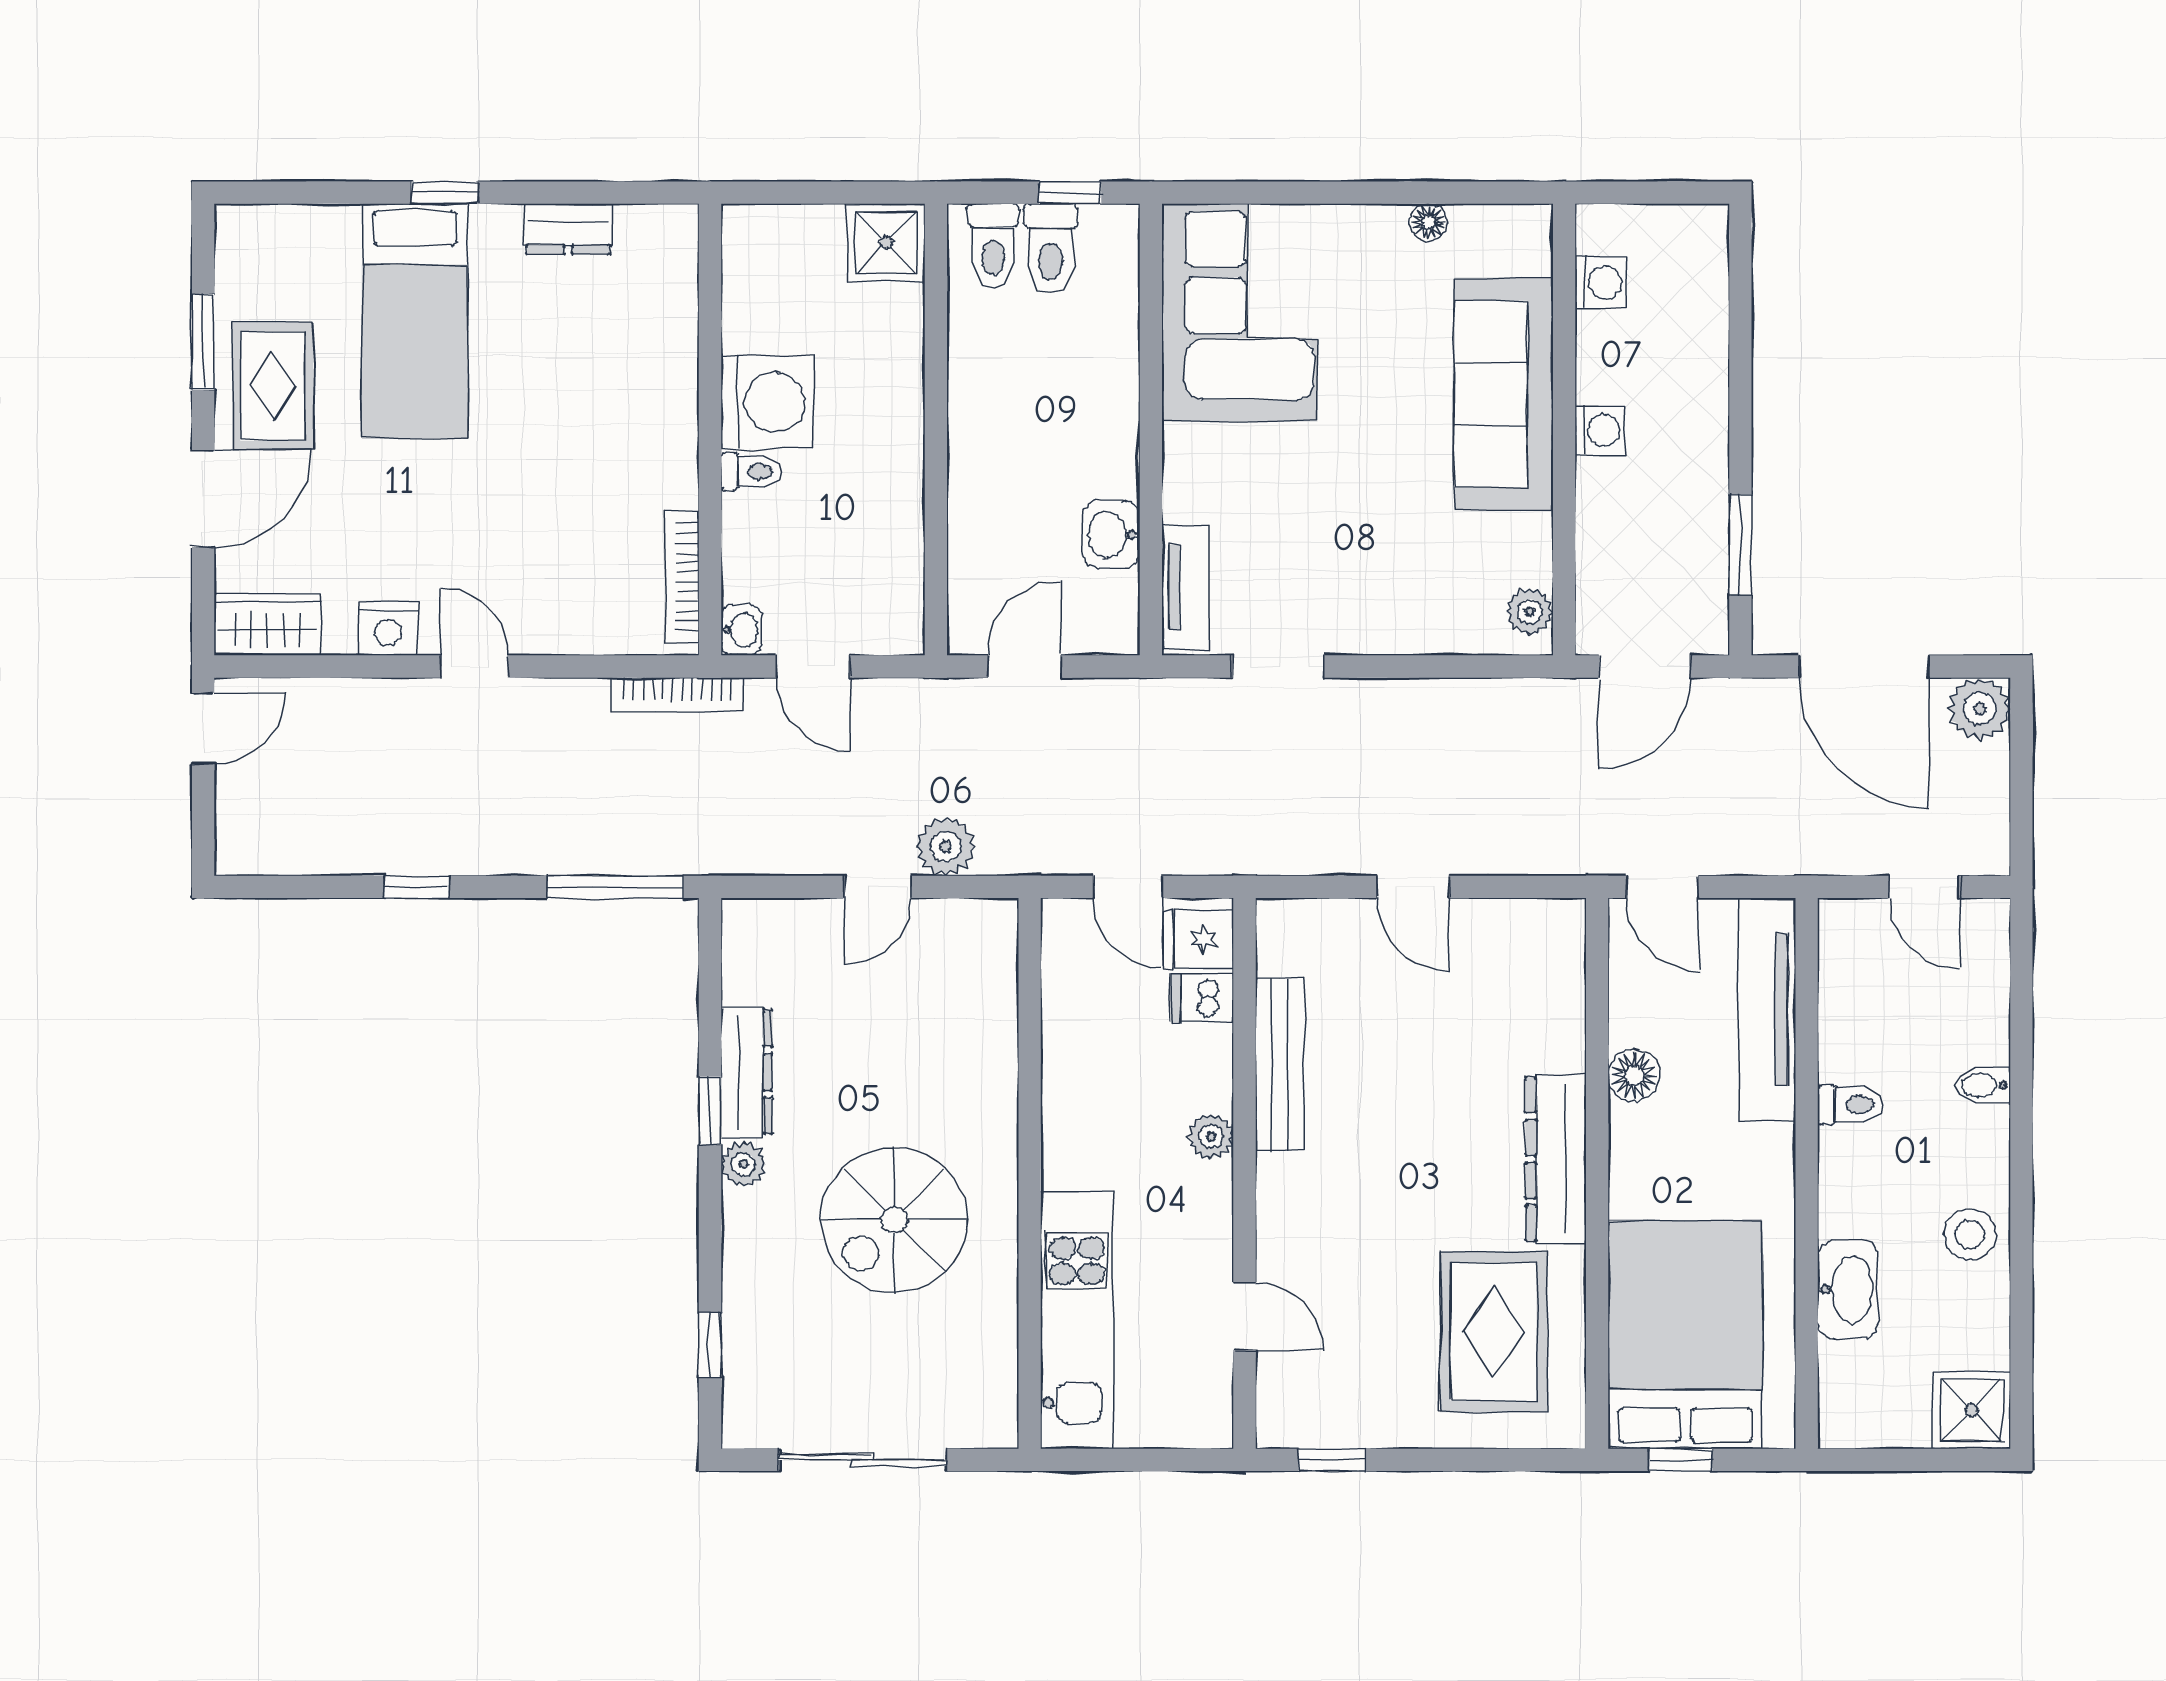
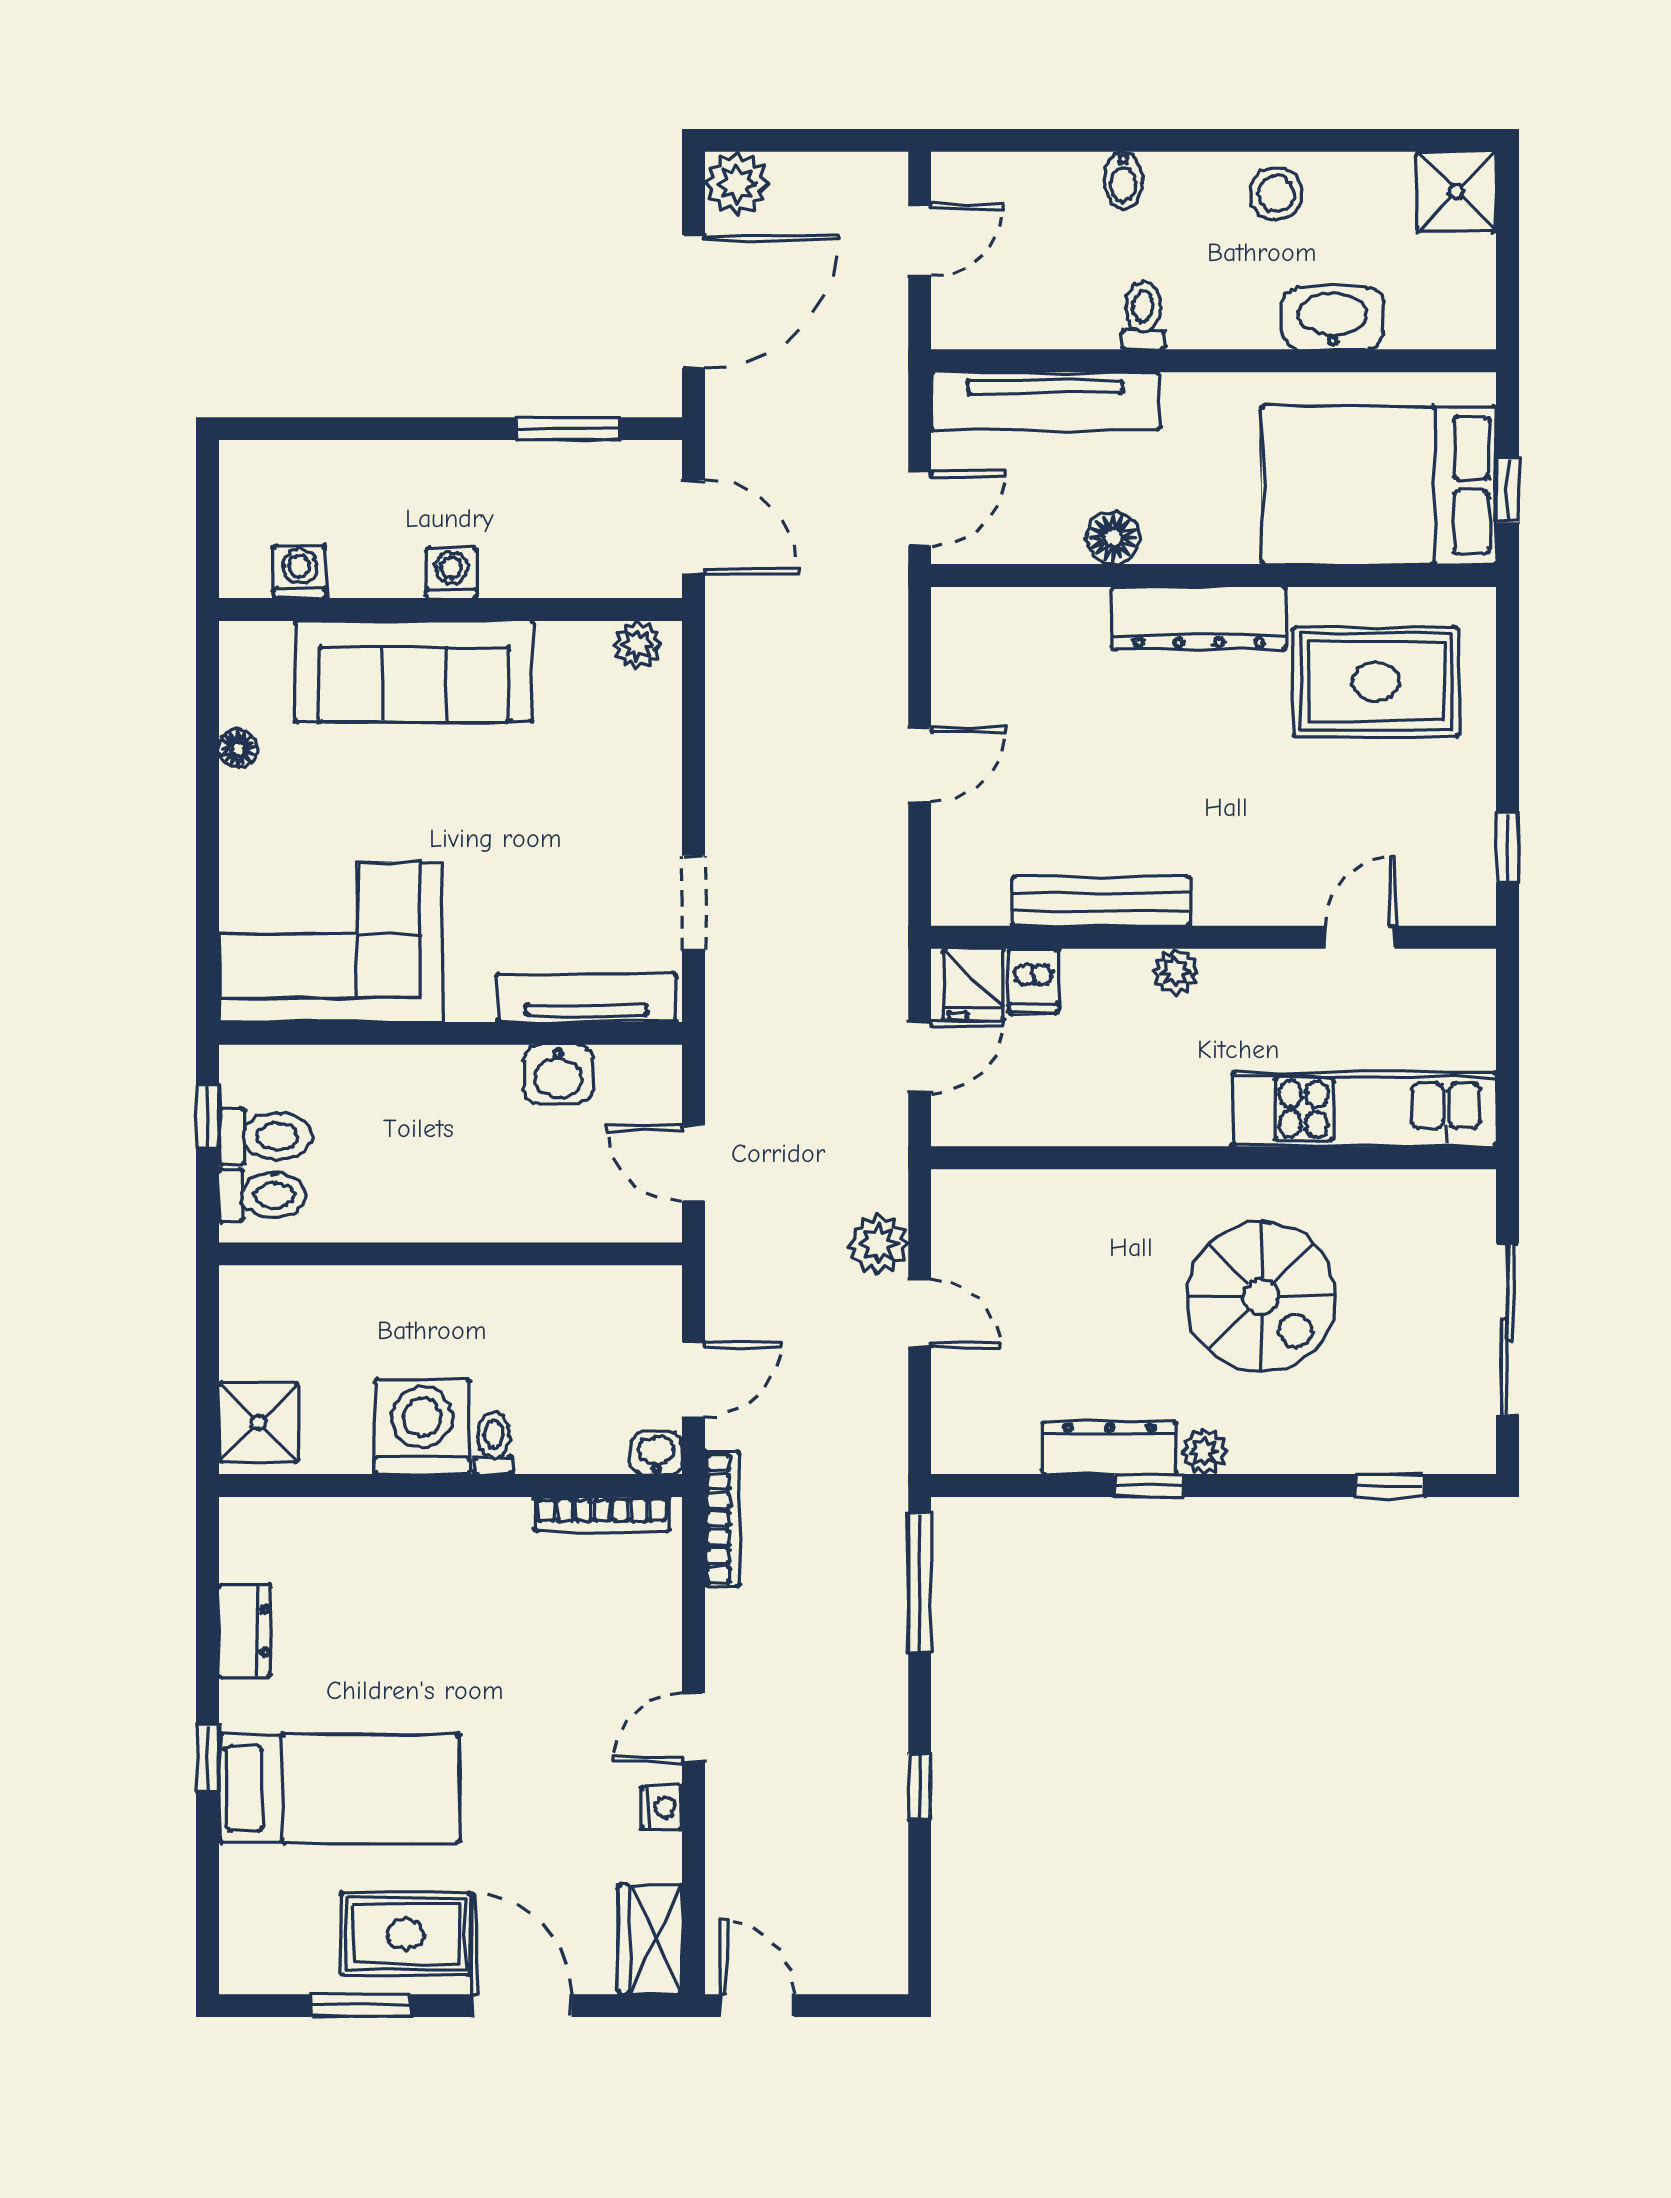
shower: (886, 242) -> (258, 1422), moved
tv unit: (1186, 587) -> (586, 998), width x1.41
nightstand: (388, 628) -> (662, 1808), width x0.72, depth x0.74

